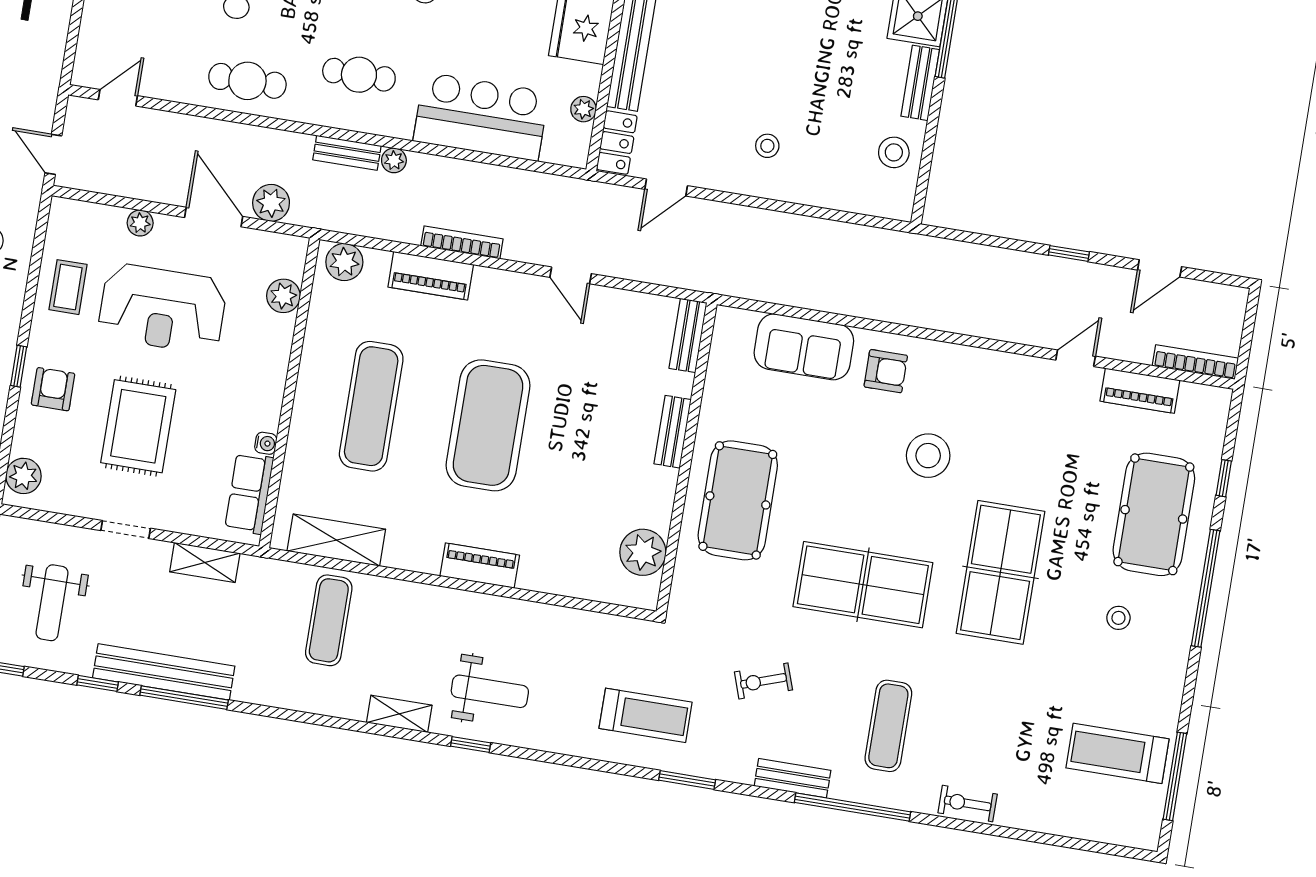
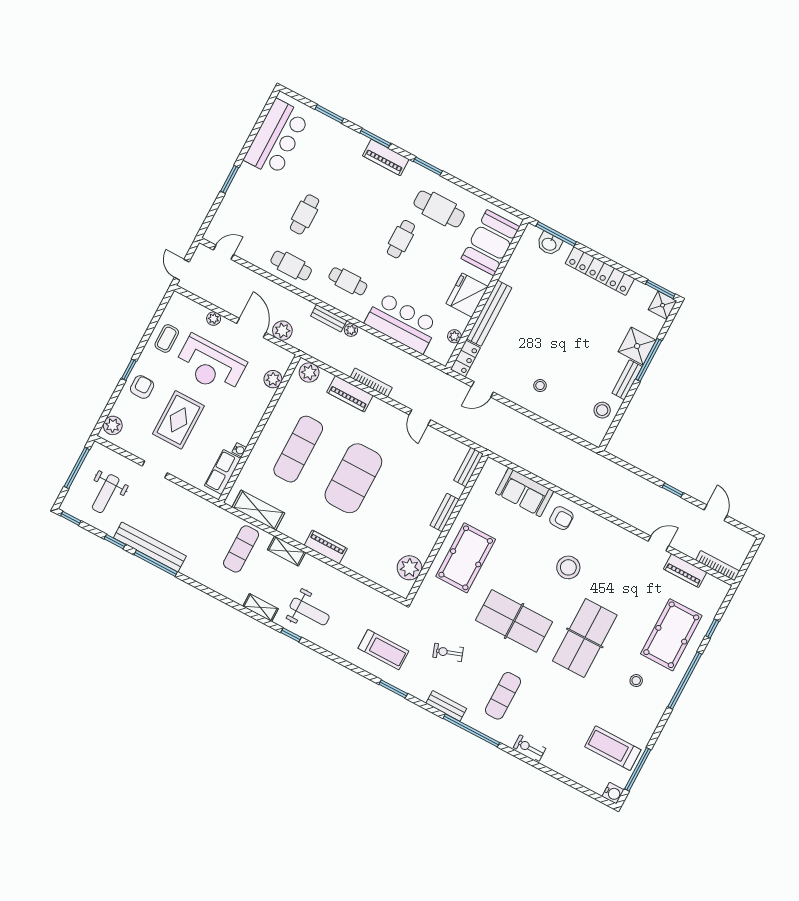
door: (1160, 268) -> (716, 513), swing flipped
shelving: (205, 562) -> (287, 551), moved
water cooler: (1145, 834) -> (613, 793), added

